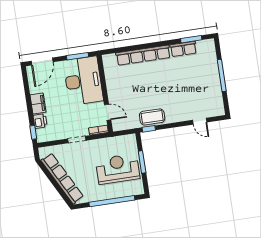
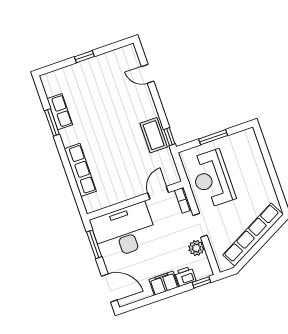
window: (191, 39) -> (52, 122), moved
row of seats: (143, 55) -> (80, 170), width x0.73
window: (222, 75) -> (84, 57), width x0.46
door: (200, 121) -> (148, 74), swing flipped
plant: (60, 133) -> (196, 248), added
reception desk: (118, 169) -> (212, 179), moved
window: (112, 201) -> (270, 166), removed

